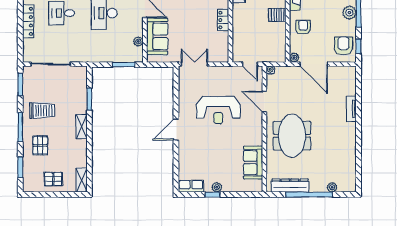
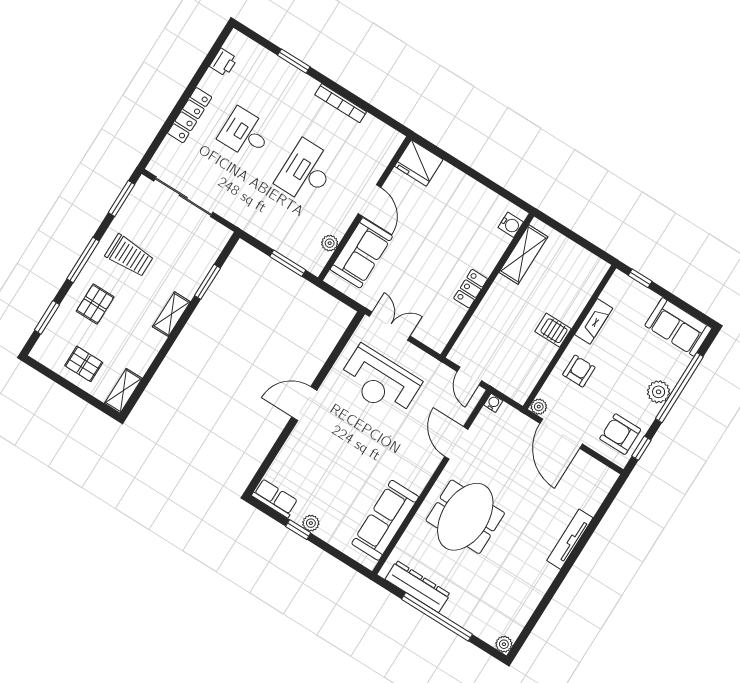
armchair: (344, 46) -> (620, 434), turned -90
tv unit: (351, 109) -> (570, 539), width x1.41
reception desk: (218, 110) -> (380, 381), moved
sofa: (253, 163) -> (385, 520), width x1.36
plant: (332, 187) -> (504, 644), moved

